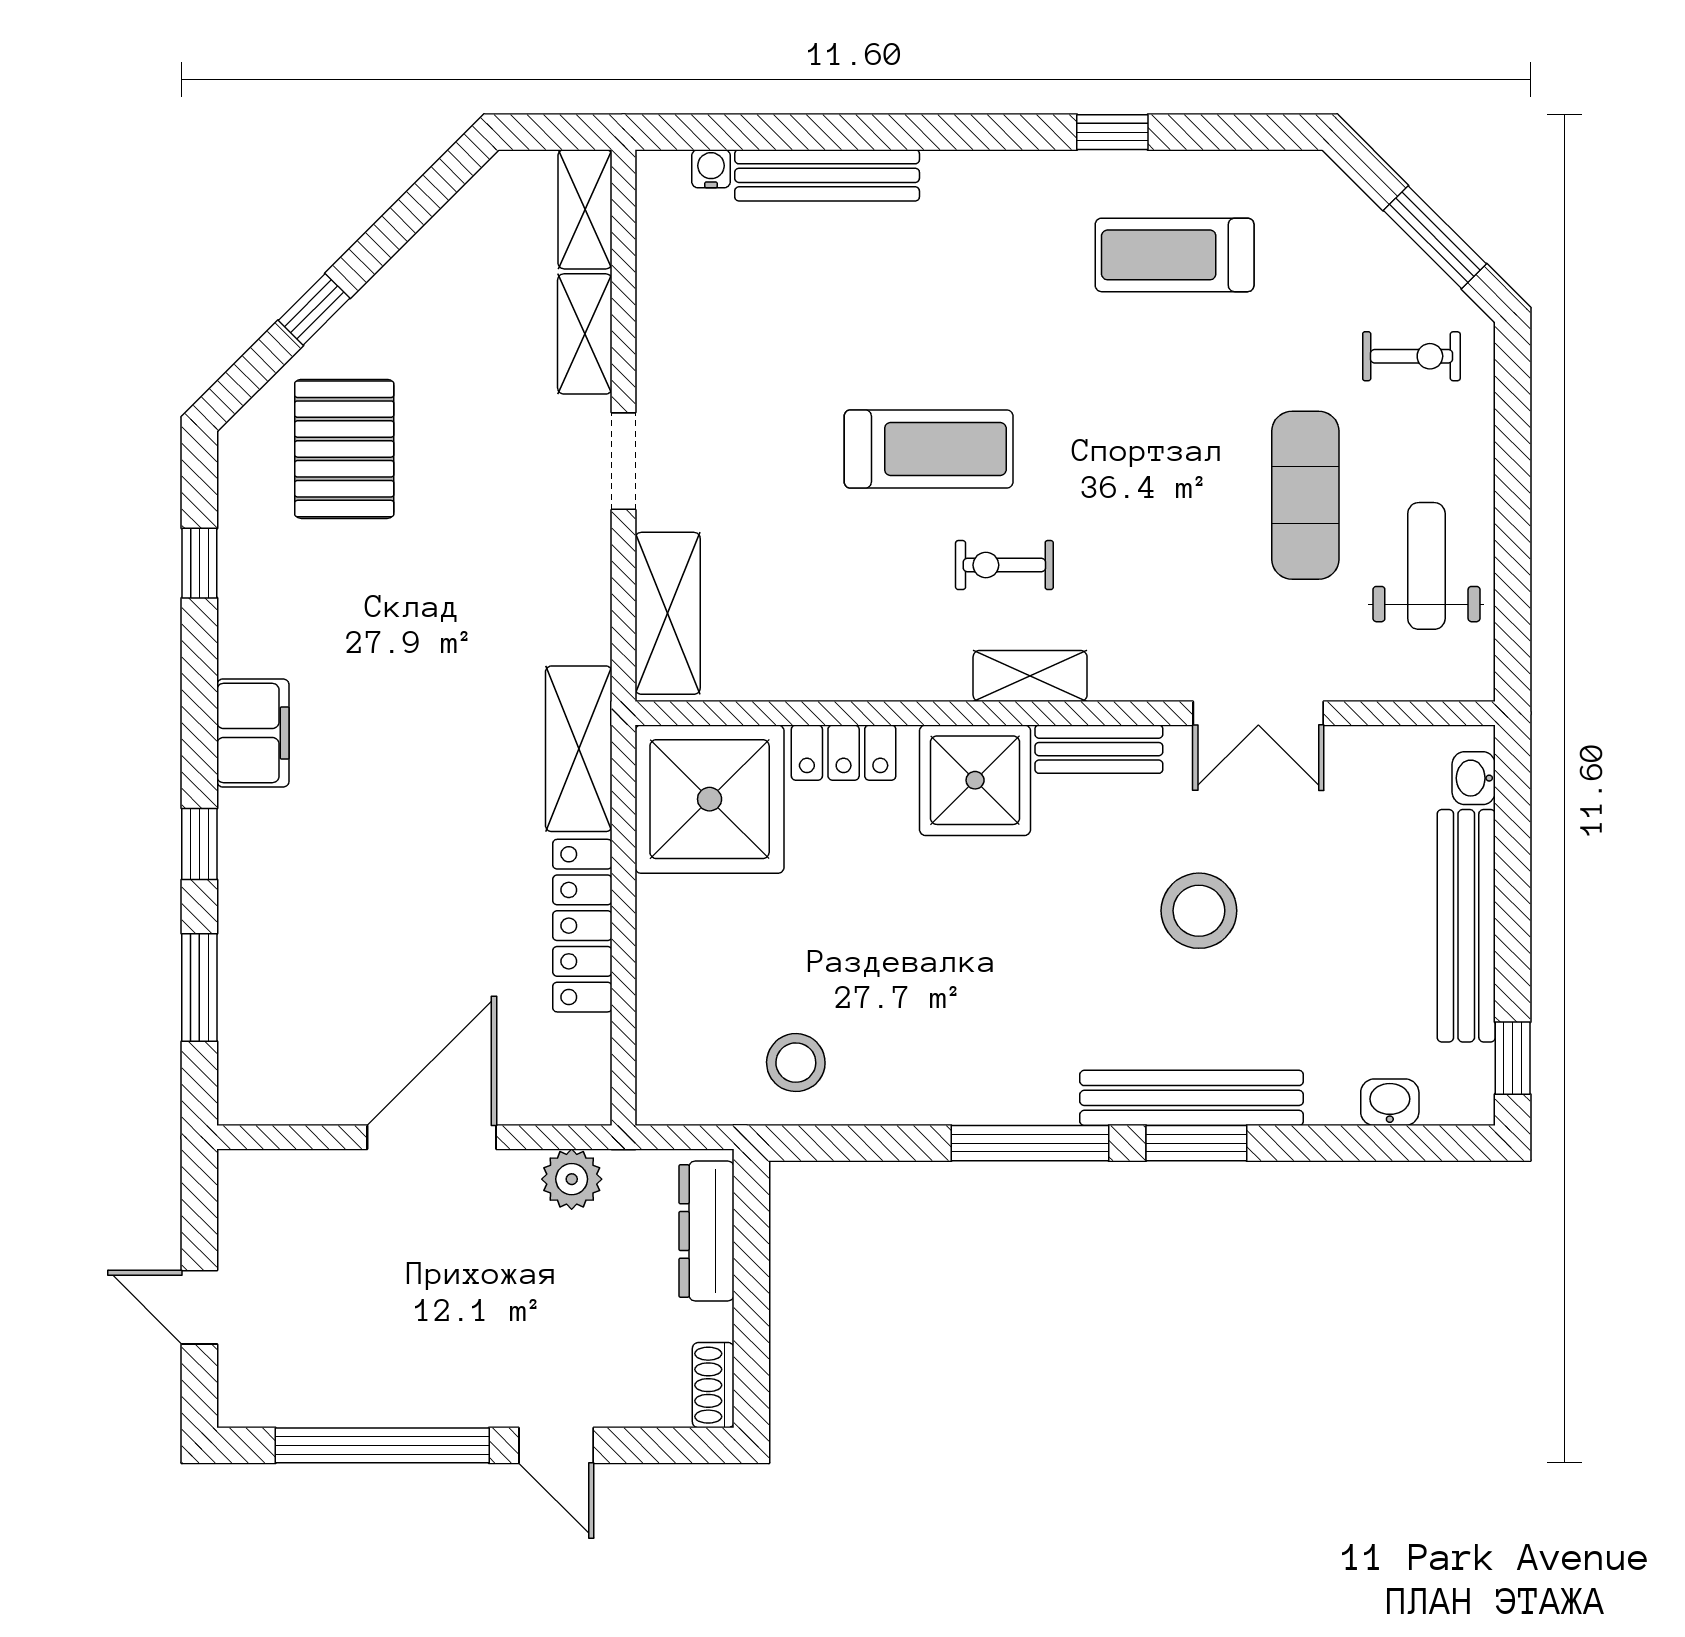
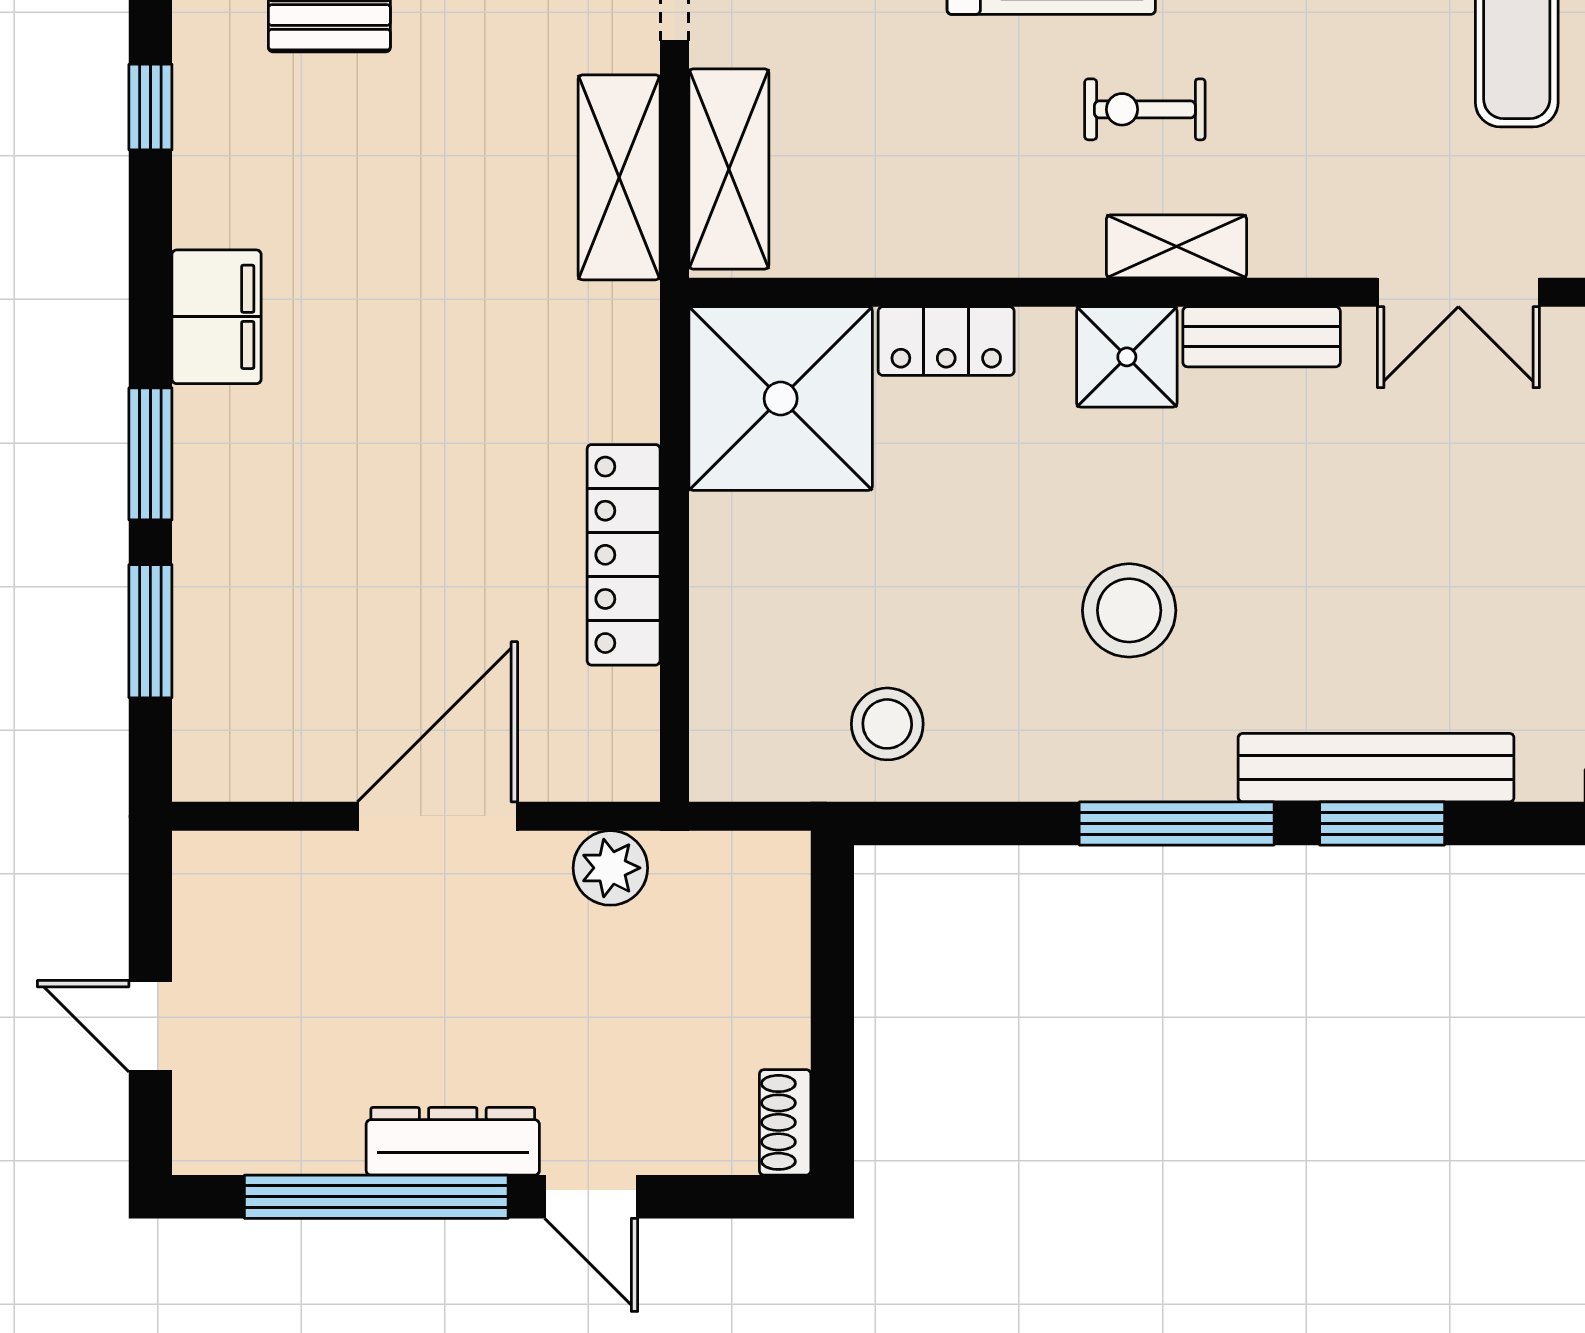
shelving: (579, 749) -> (619, 177), moved
shower: (975, 780) -> (1127, 357), width x0.73, depth x0.73
window: (199, 844) -> (150, 454), width x1.50
stool: (1199, 911) -> (1129, 610), moved
dresser: (707, 1231) -> (453, 1141), moved, turned 90

